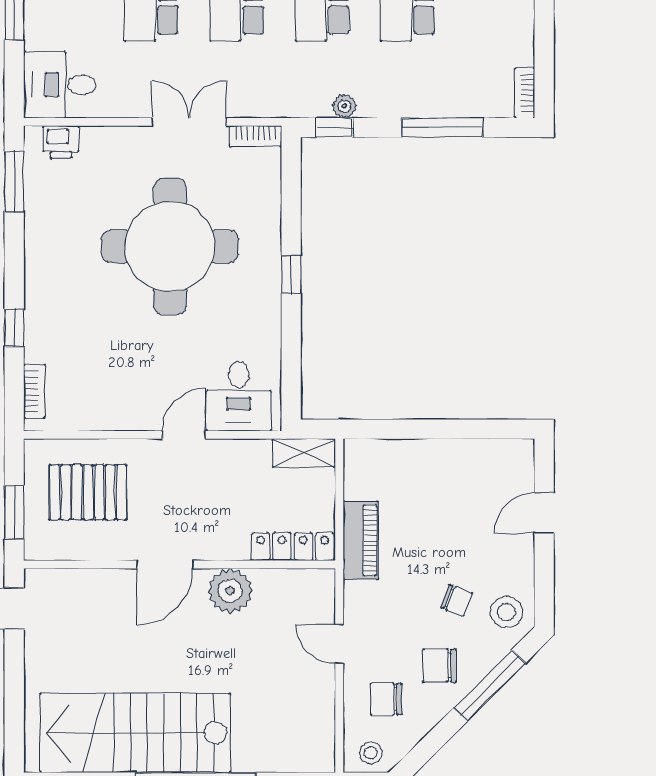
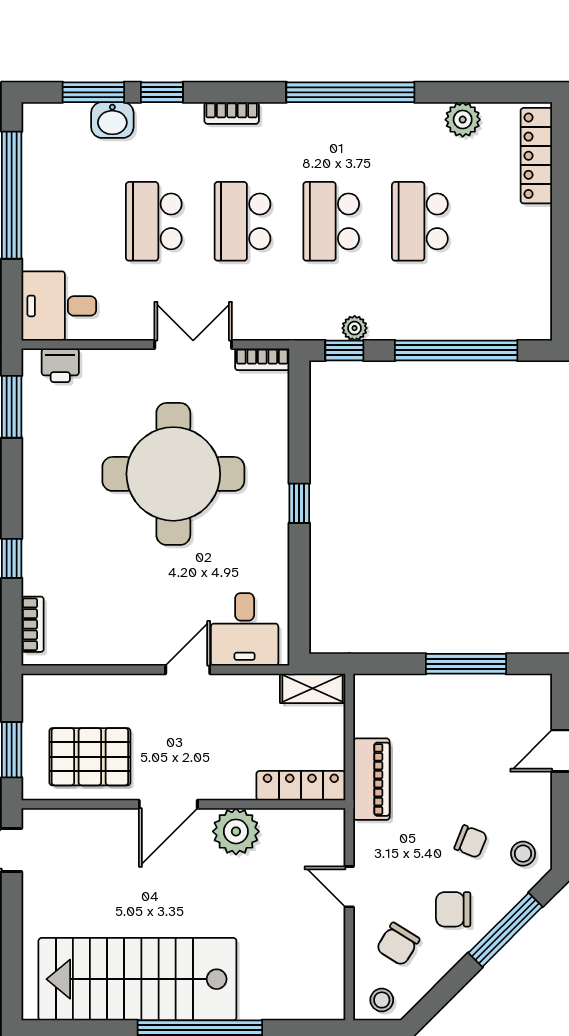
bookcase: (525, 93) -> (542, 314), removed
window: (442, 128) -> (456, 350), width x1.46
window: (452, 429) -> (466, 664), added
pallet: (88, 492) -> (90, 757), moved
stool: (507, 612) -> (523, 854), width x0.73, depth x0.73
chair: (386, 699) -> (398, 944), turned -58

